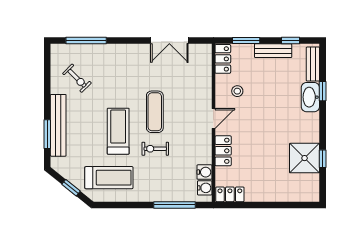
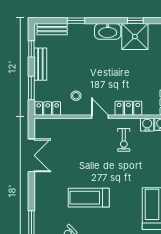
washbasin: (310, 97) -> (108, 31), moved
exercise mat: (155, 112) -> (94, 168), removed
treadmill: (118, 131) -> (89, 198), moved
exercise bike: (155, 149) -> (124, 140), moved

